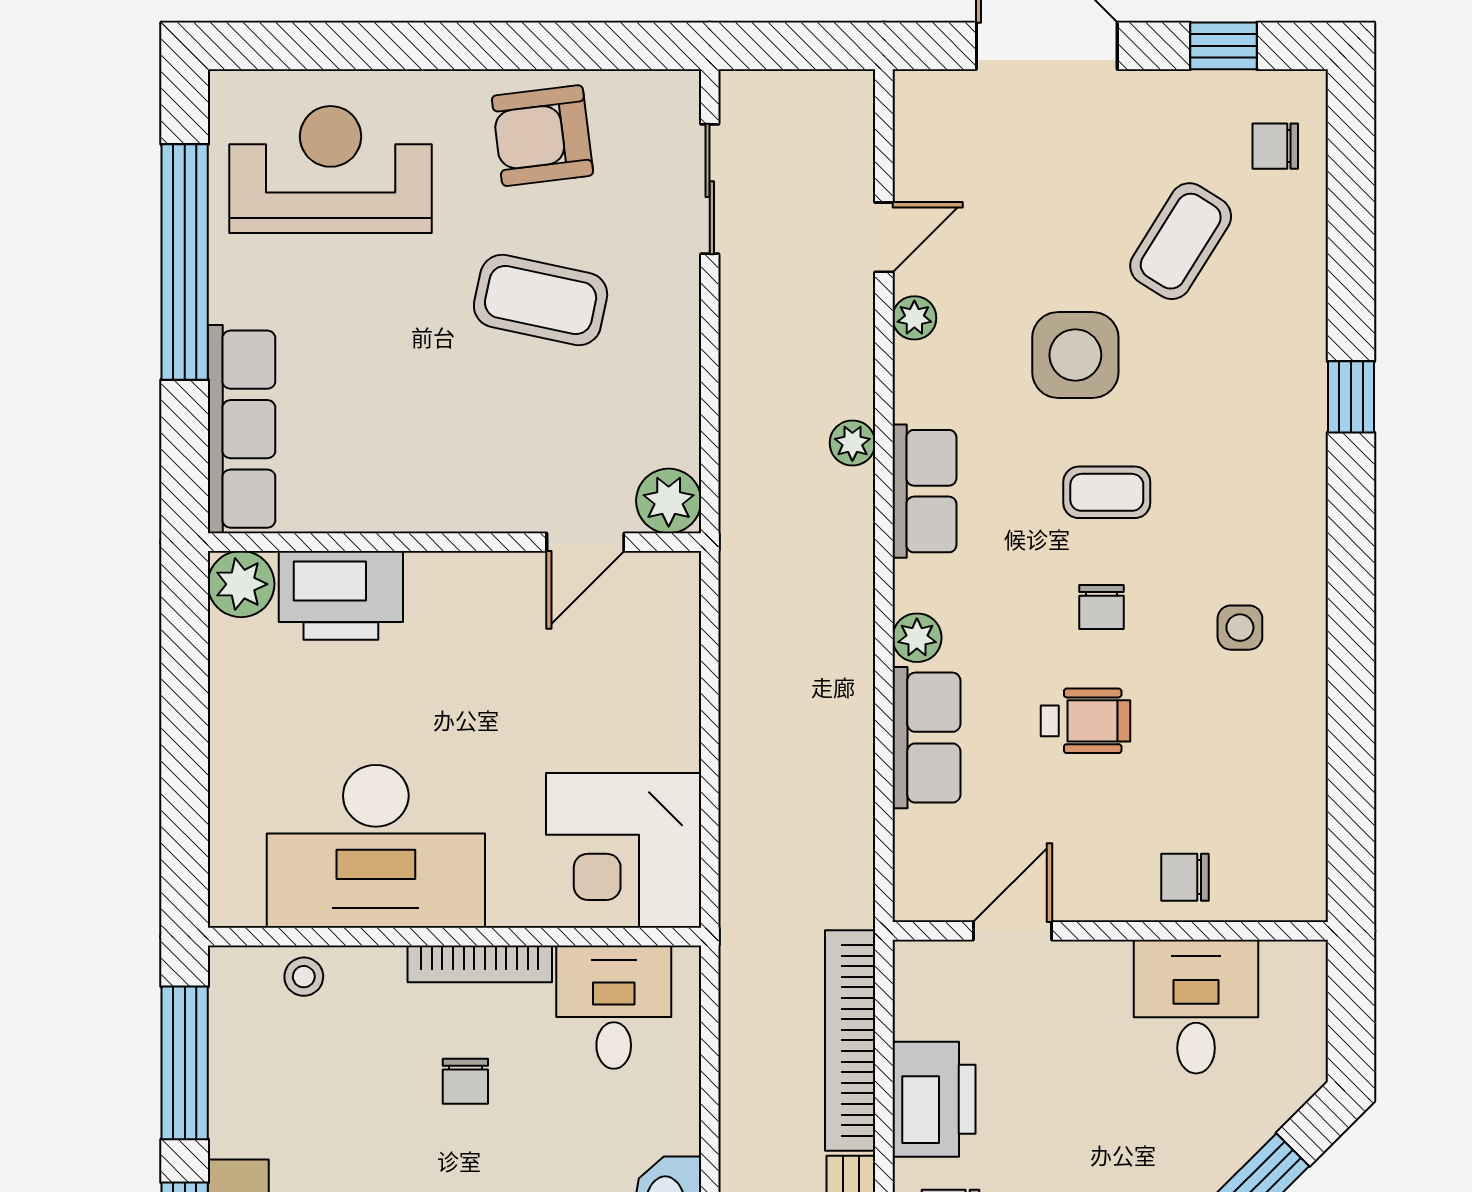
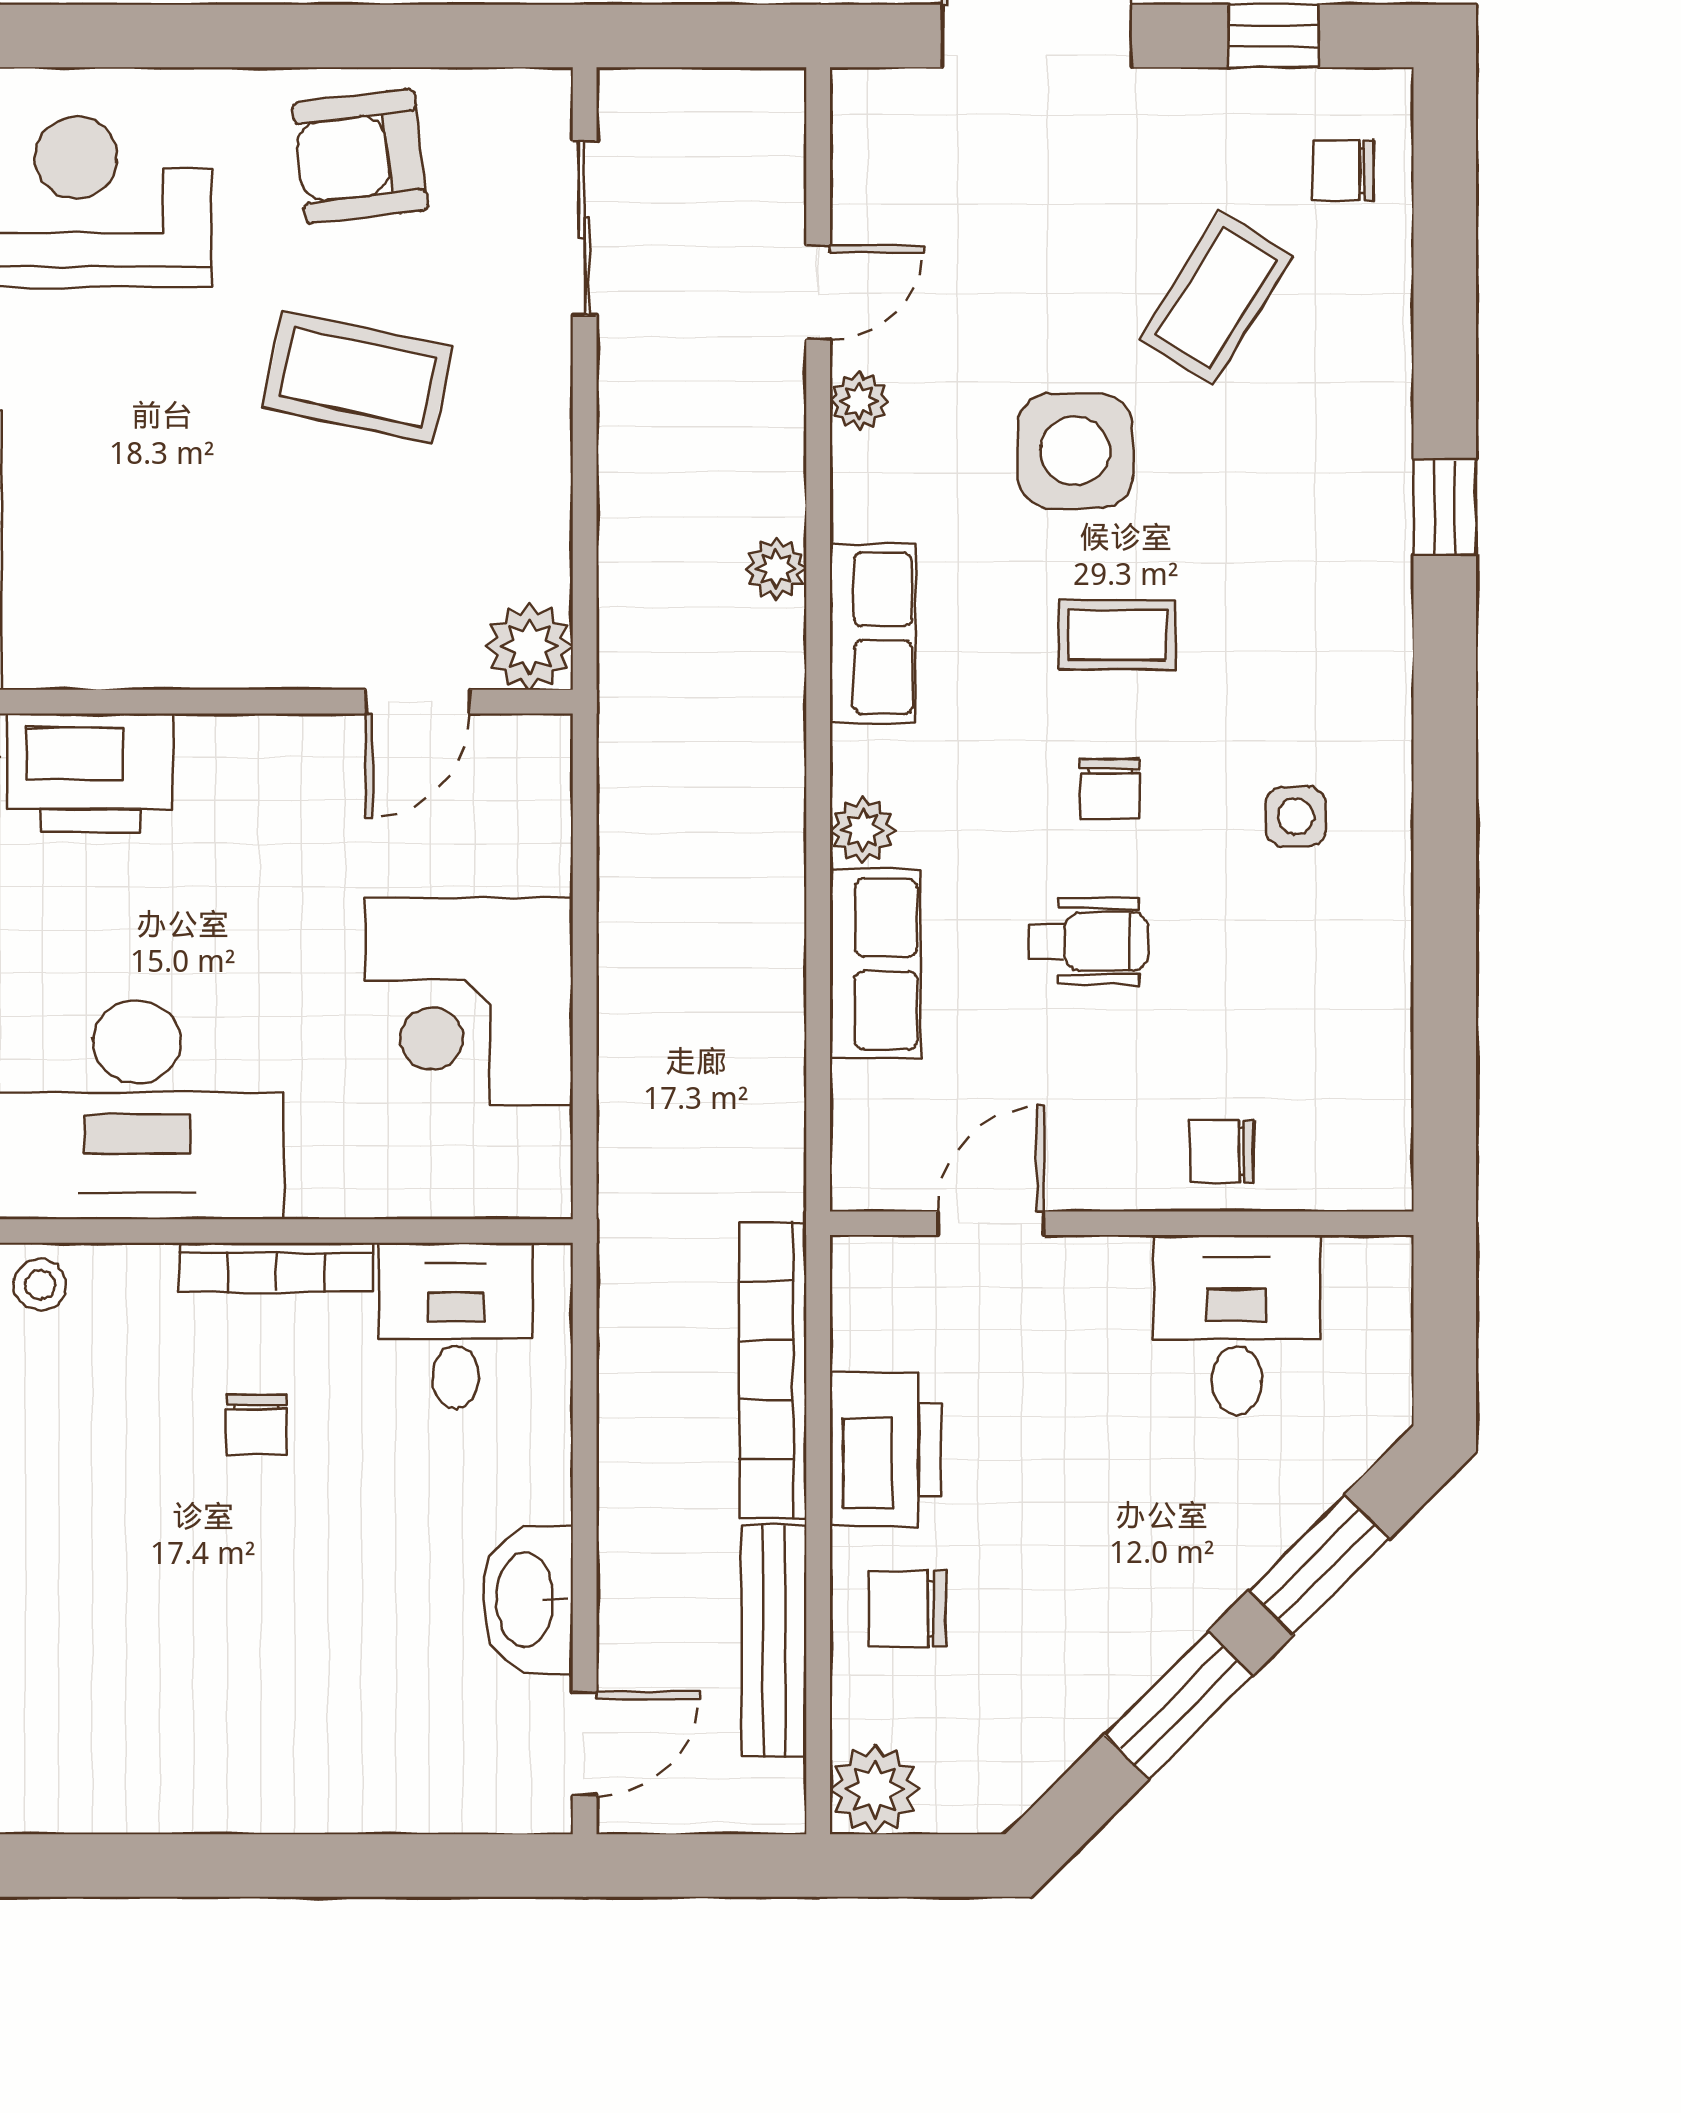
corner desk: (624, 850) -> (469, 1001), moved

